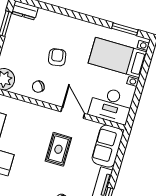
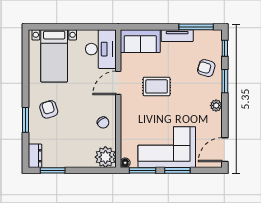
window: (125, 29) -> (25, 120), moved
armchair: (57, 57) -> (49, 109), moved, turned 81

